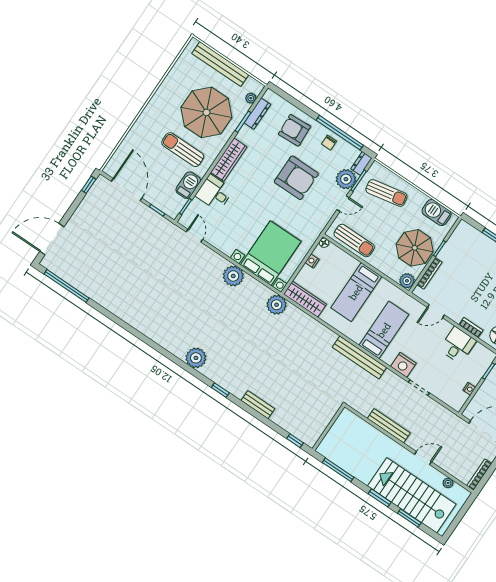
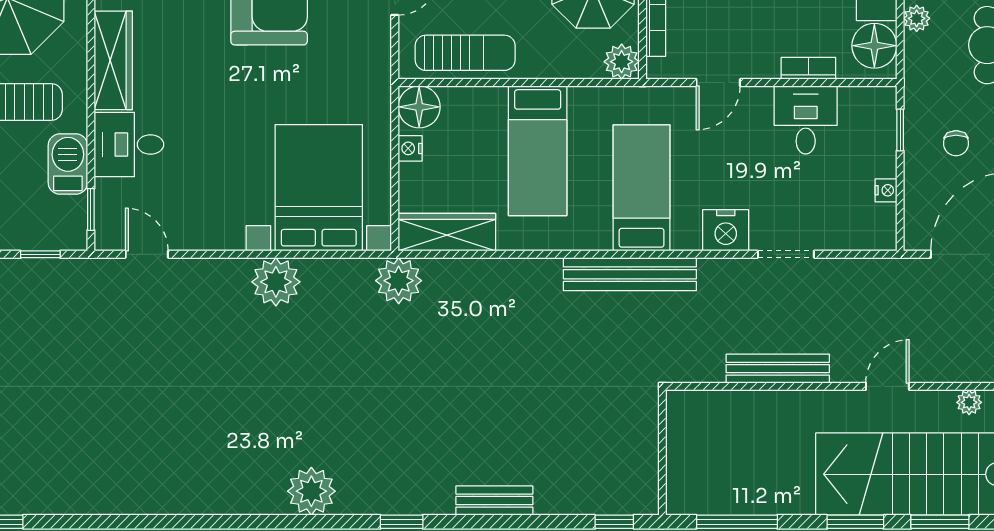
floor lamp: (324, 243) -> (419, 107), width x1.89, depth x1.89

